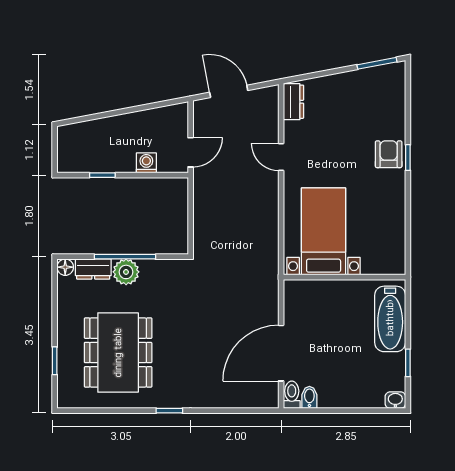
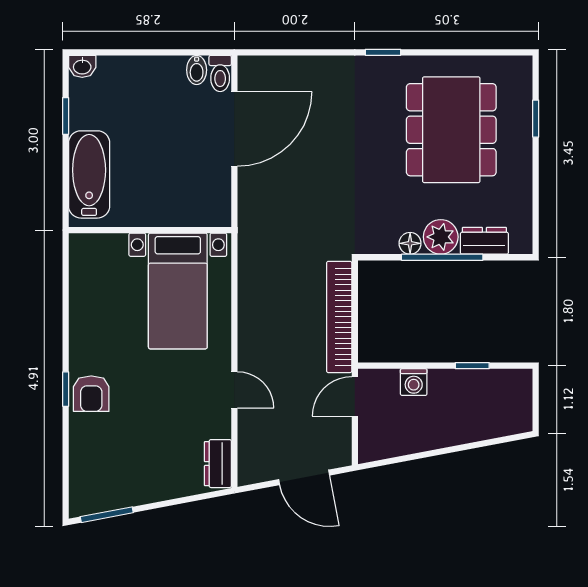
bookcase: (202, 212) -> (339, 317), added
floor lamp: (65, 267) -> (410, 243), moved

